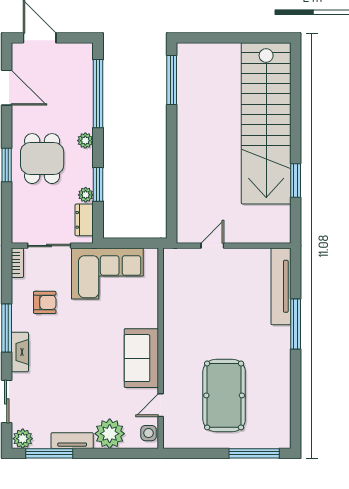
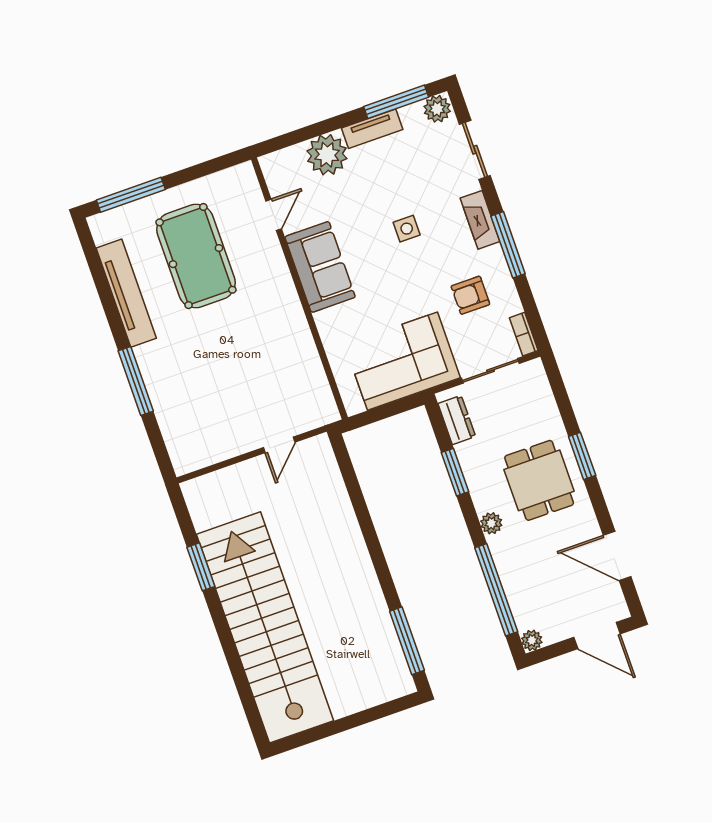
plant: (86, 195) -> (532, 640), moved
tv unit: (281, 286) -> (126, 293), moved
side table: (149, 433) -> (407, 229), moved

